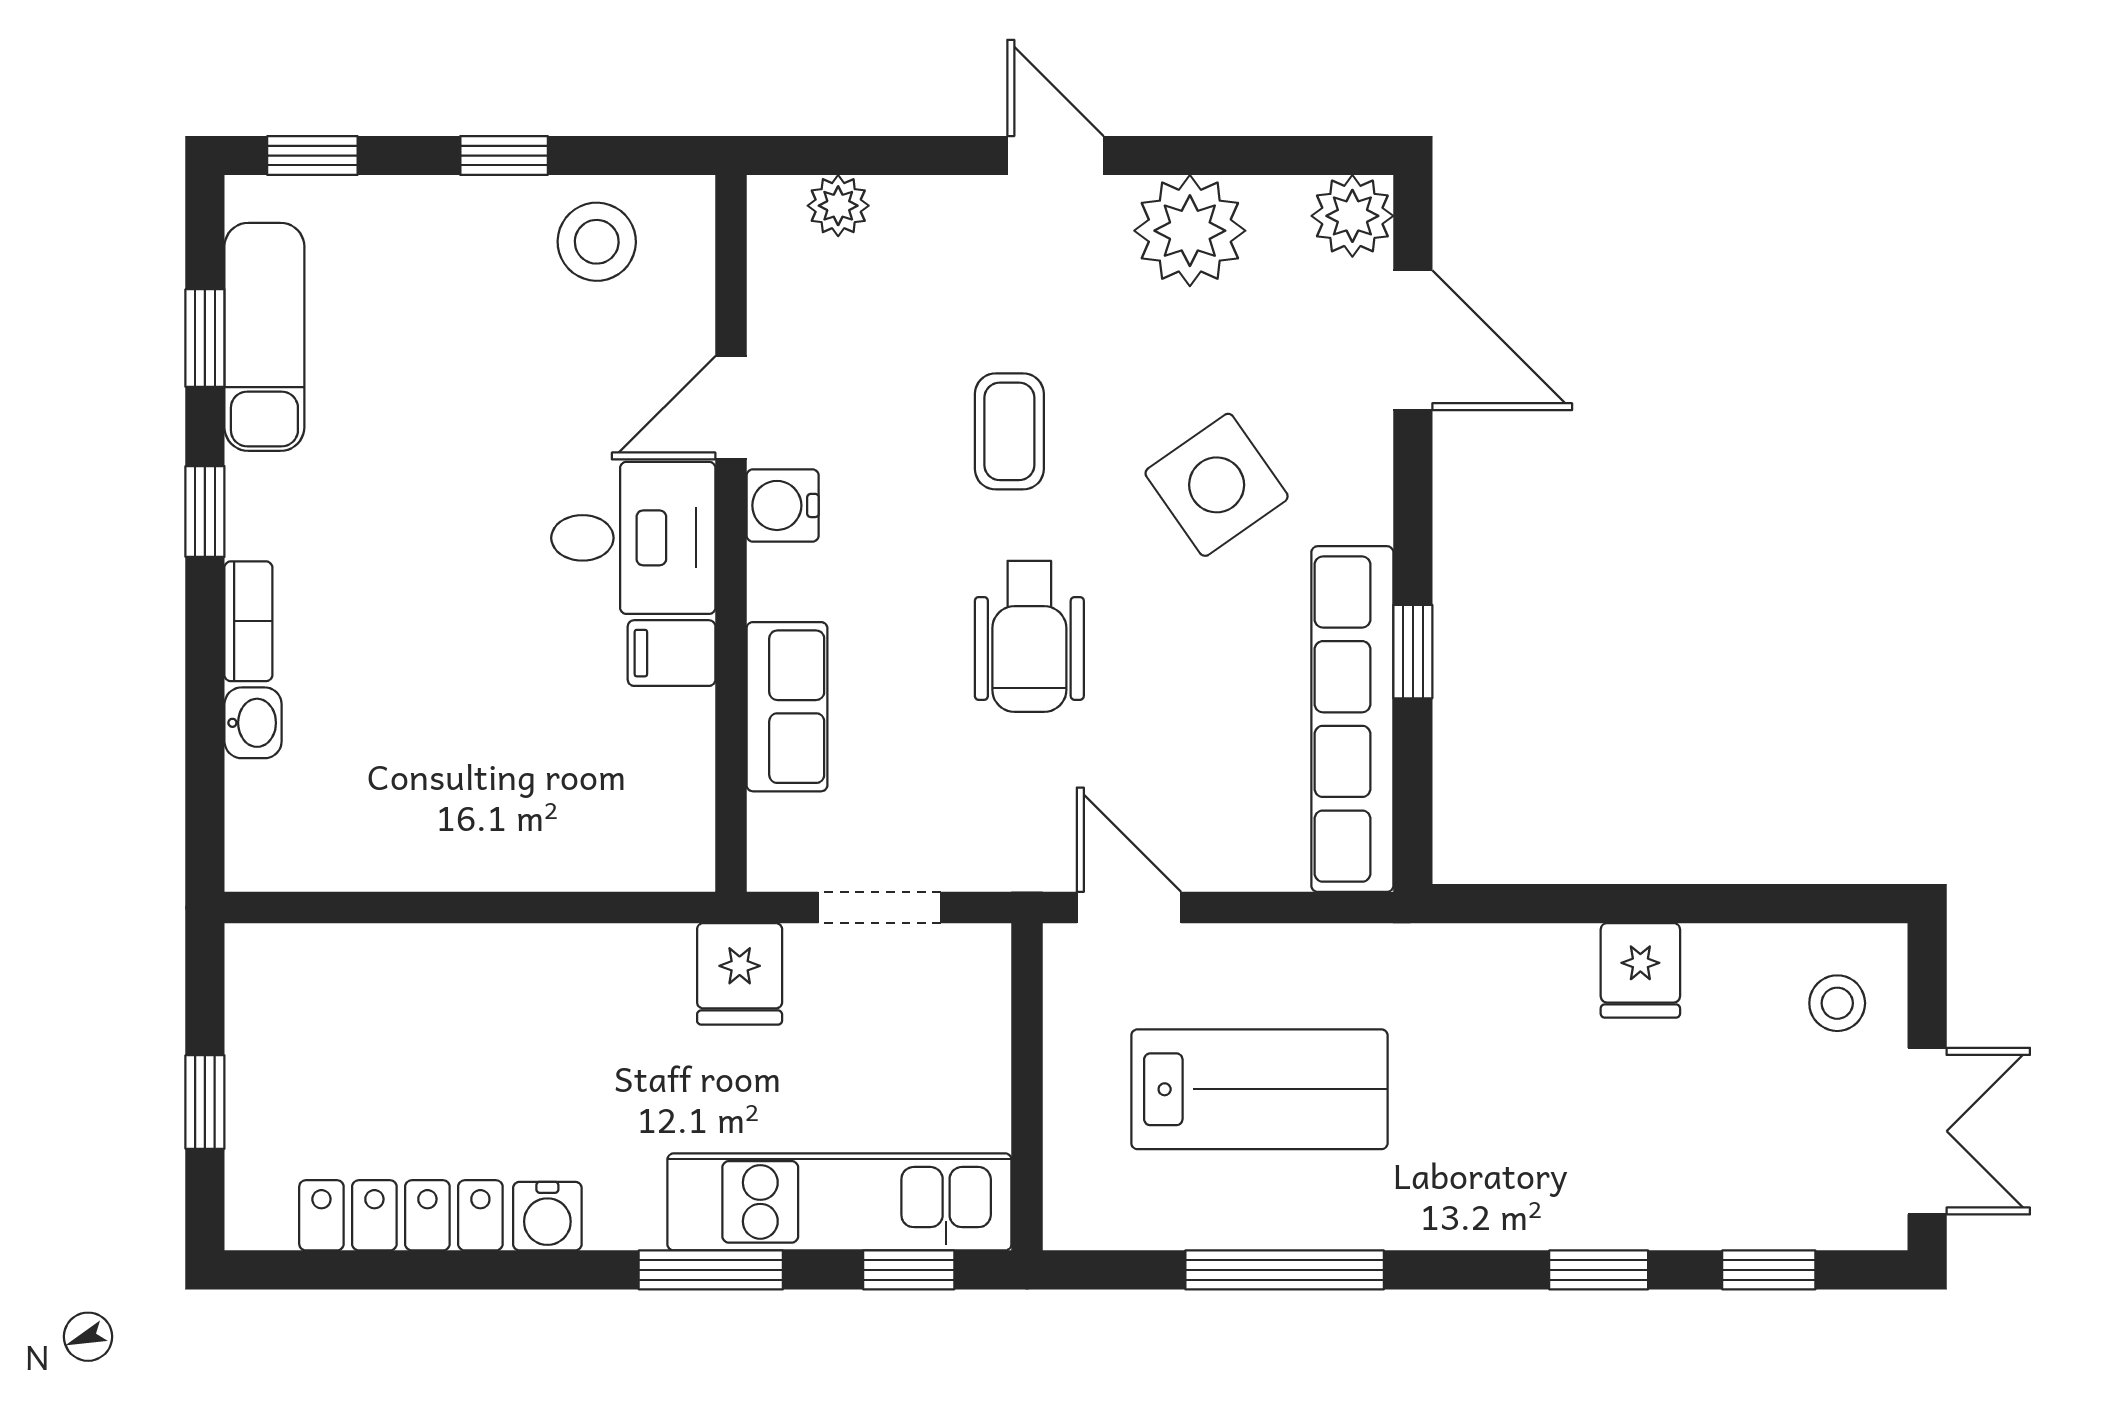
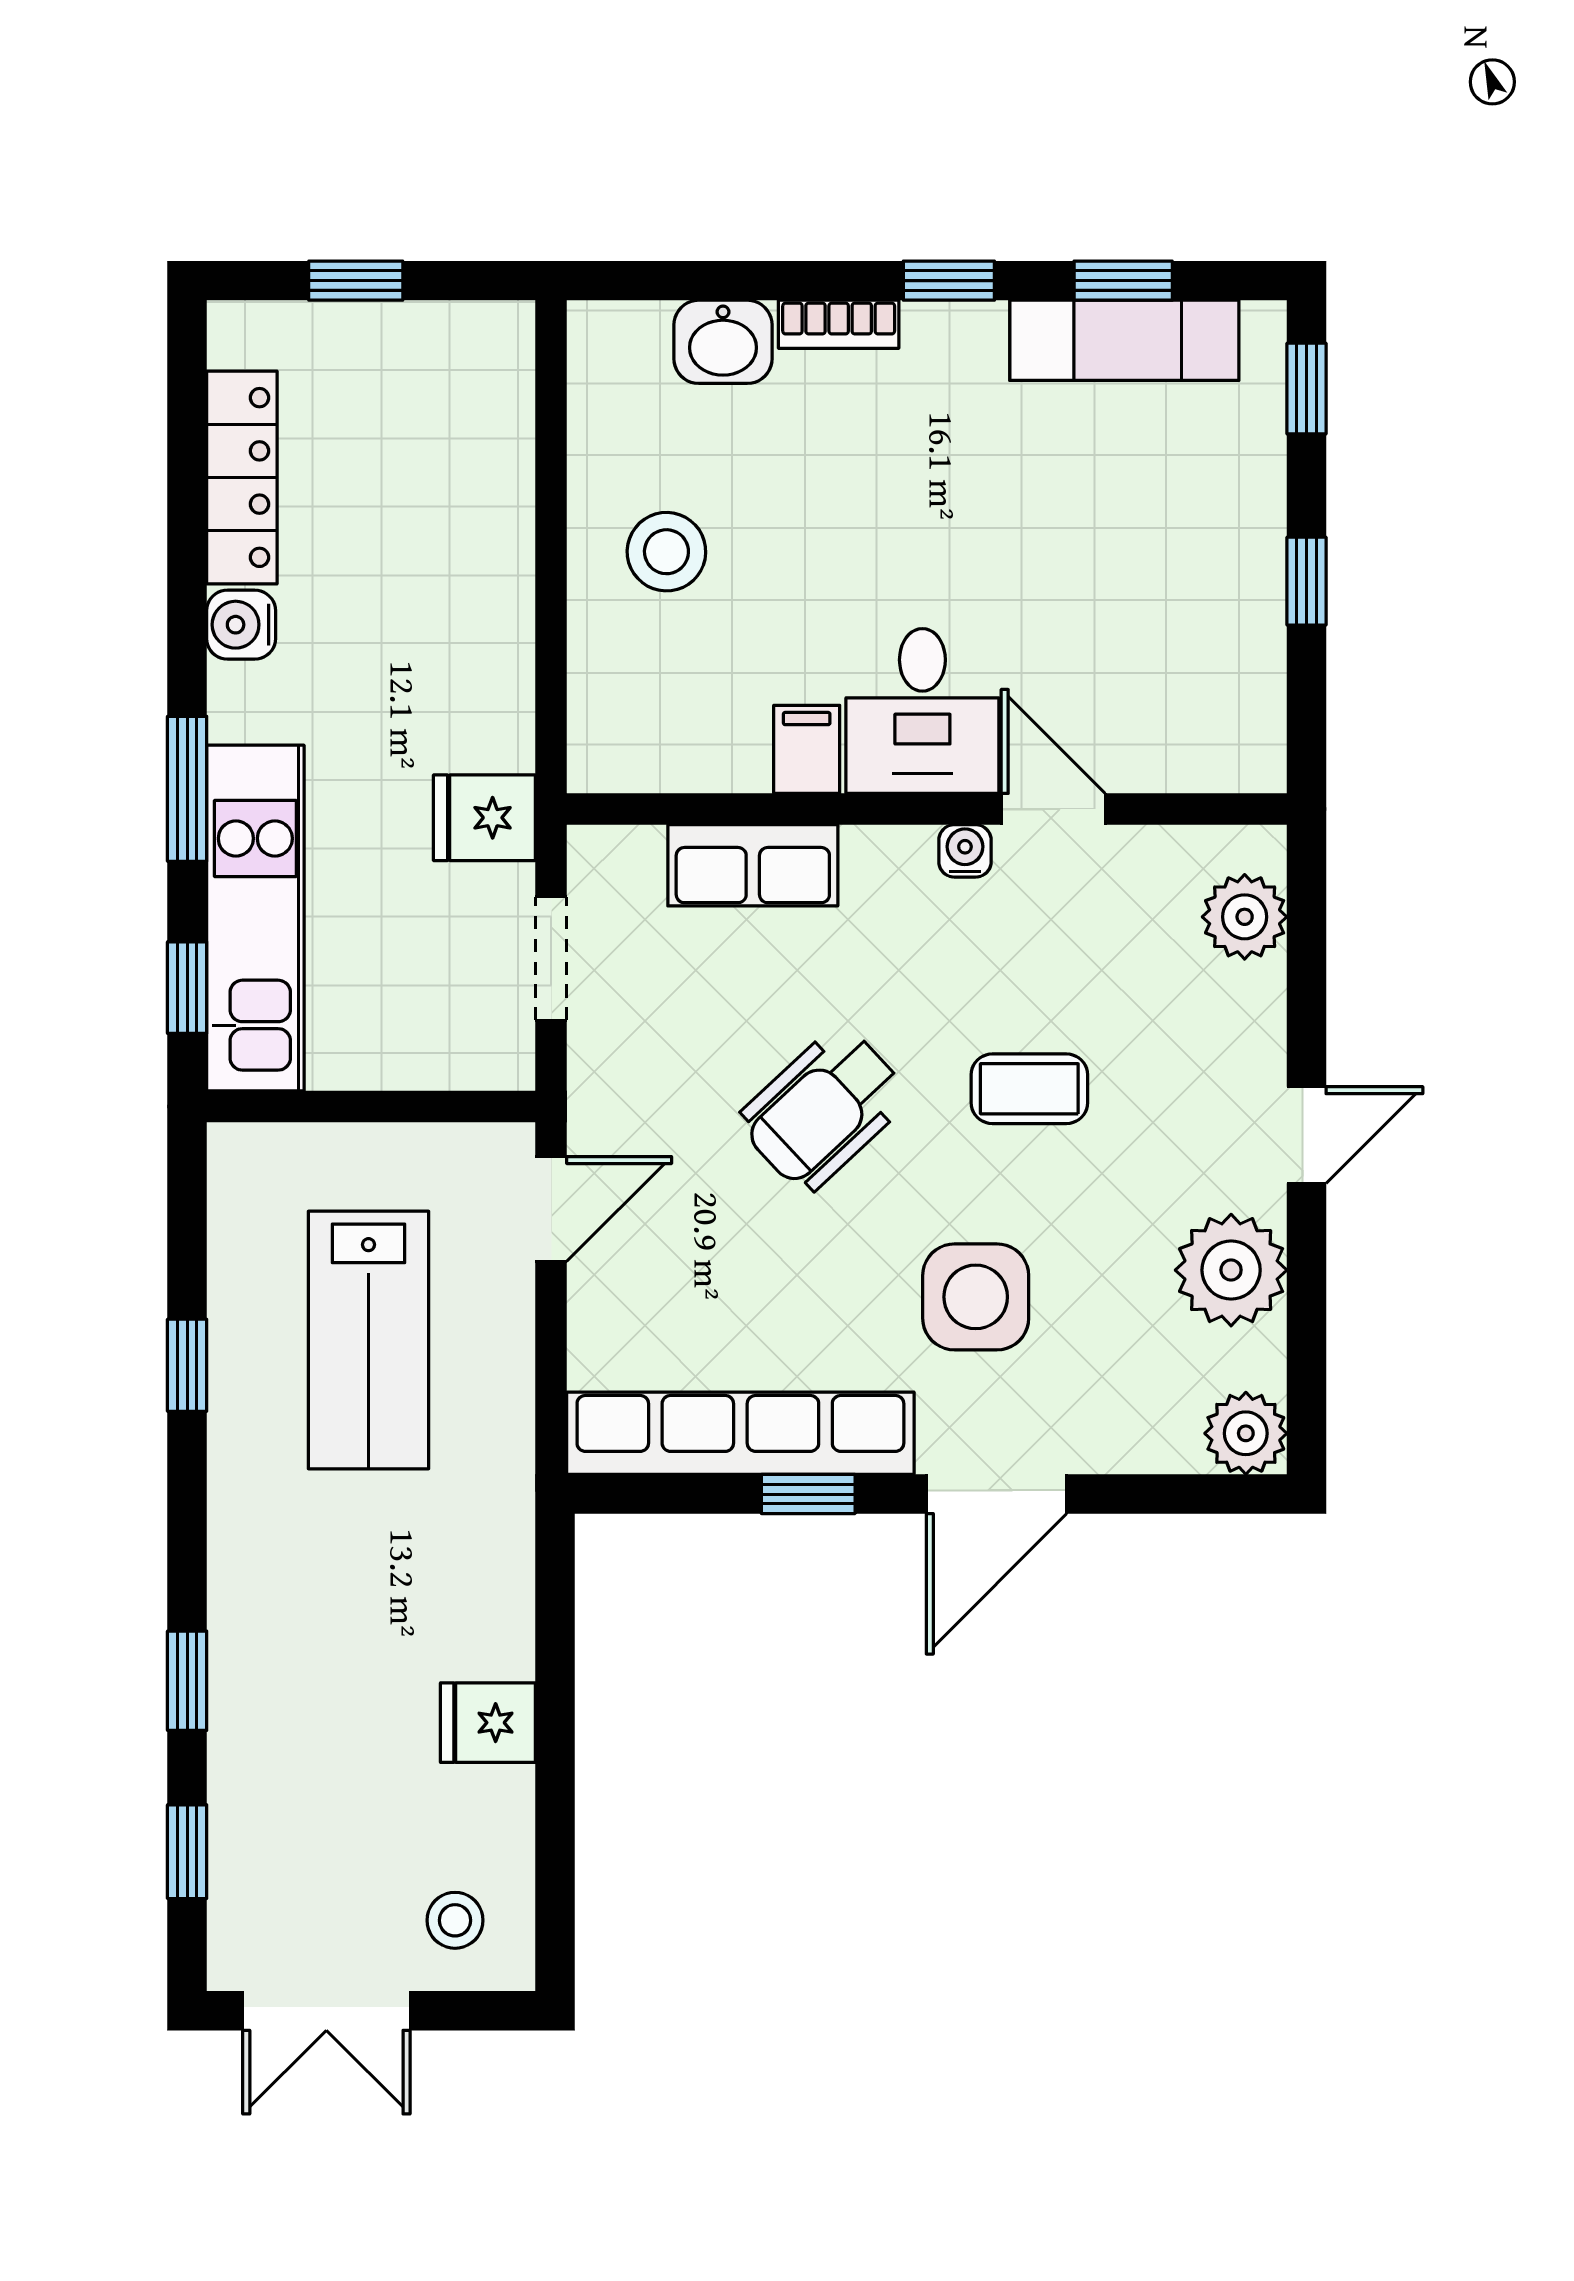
plant: (838, 206) -> (1245, 917), width x1.38, depth x1.38
stool: (597, 242) -> (666, 552), moved
door: (1413, 340) -> (997, 1494), moved
side table: (1217, 485) -> (976, 1297), turned 35
water cooler: (783, 505) -> (965, 851), width x0.72, depth x0.72
wheelchair: (1029, 636) -> (823, 1109), turned -43
washbasin: (253, 723) -> (723, 342), width x1.38, depth x1.45
window: (1285, 1270) -> (187, 1365), width x0.46

